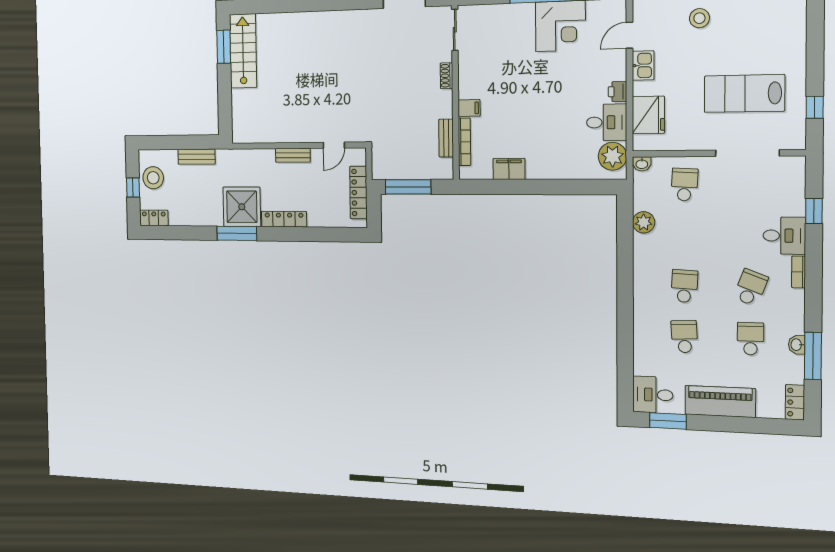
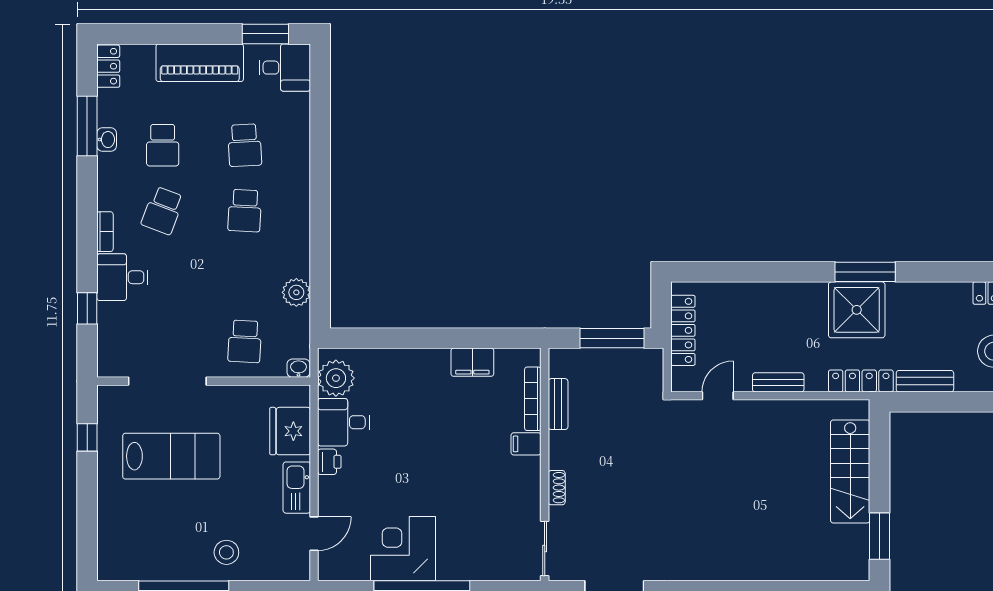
stairs: (243, 51) -> (850, 471), moved
kitchen sink: (643, 65) -> (297, 488), width x1.38
locker: (284, 219) -> (861, 381), moved, turned 180

